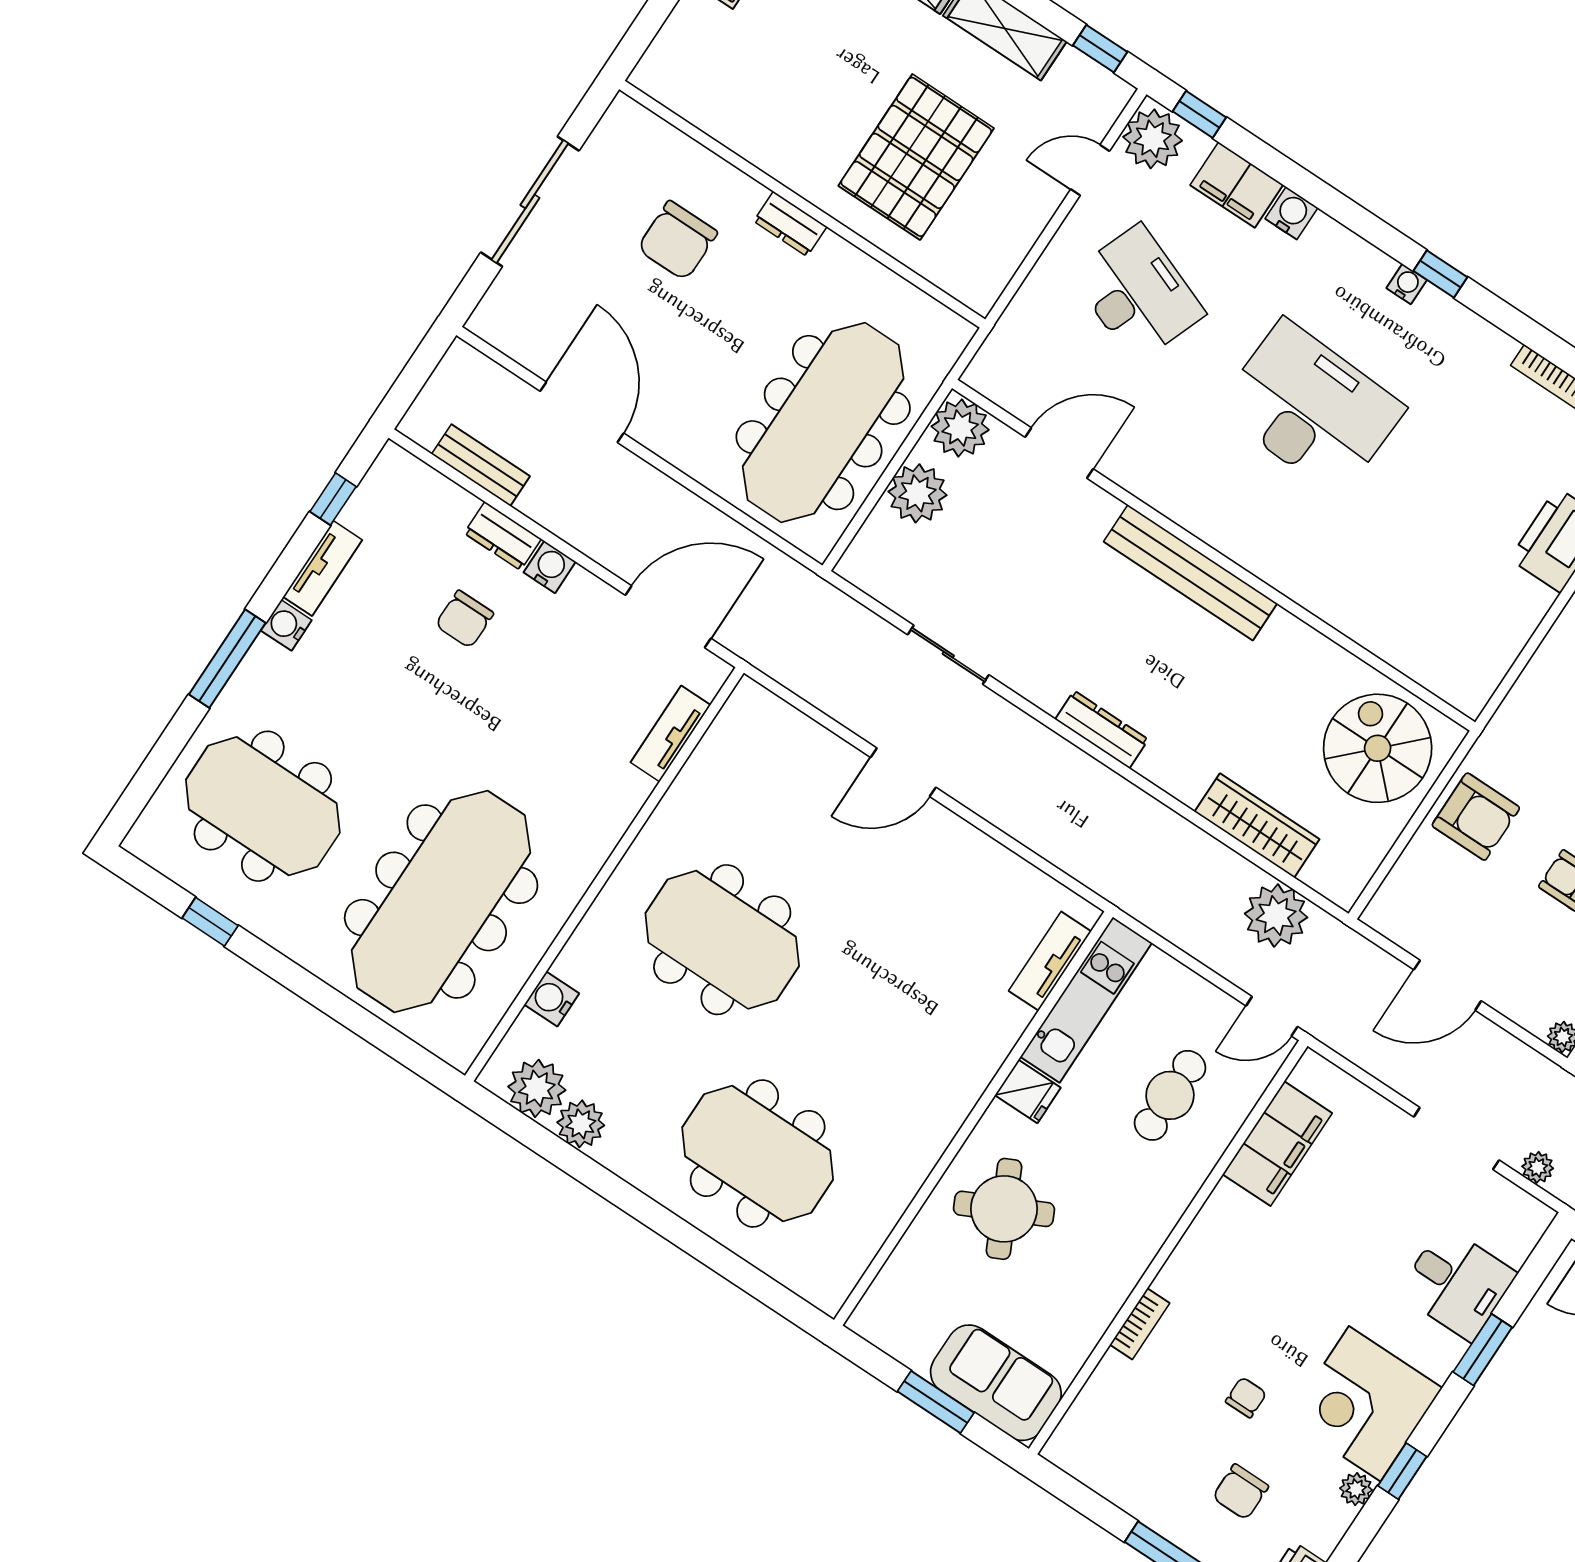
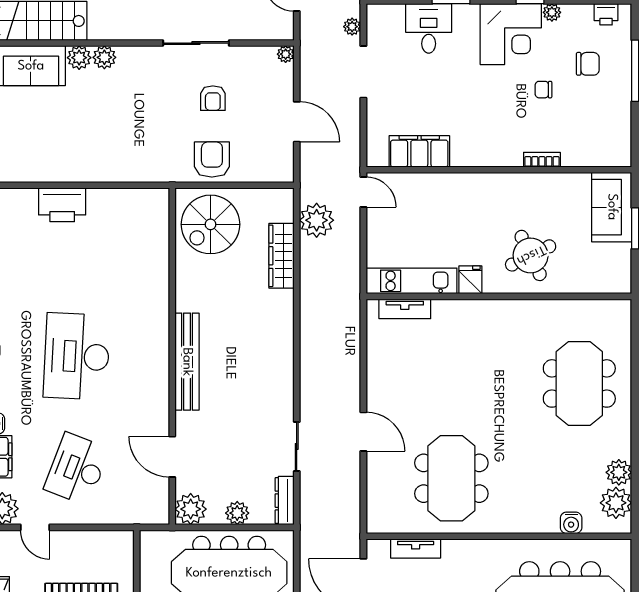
plant: (918, 493) -> (237, 513), width x0.73, depth x0.73
dresser: (1102, 729) -> (285, 501), moved
meeting table: (722, 940) -> (451, 478), moved
cafe table: (1170, 1095) -> (430, 214), removed

